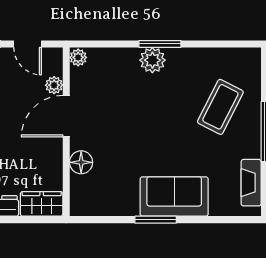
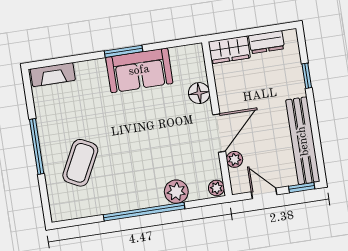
window: (160, 44) -> (144, 212), width x2.11
plant: (152, 60) -> (176, 192), moved
fireplace: (251, 183) -> (53, 75), moved, turned 90
sofa: (174, 197) -> (139, 70), moved

